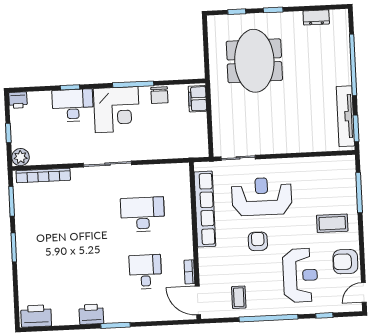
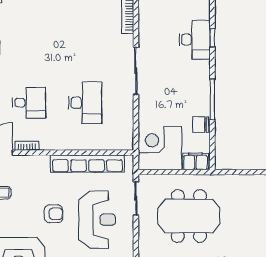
meeting table: (254, 61) -> (189, 216), moved
corner desk: (117, 110) -> (160, 148), moved, turned 90

